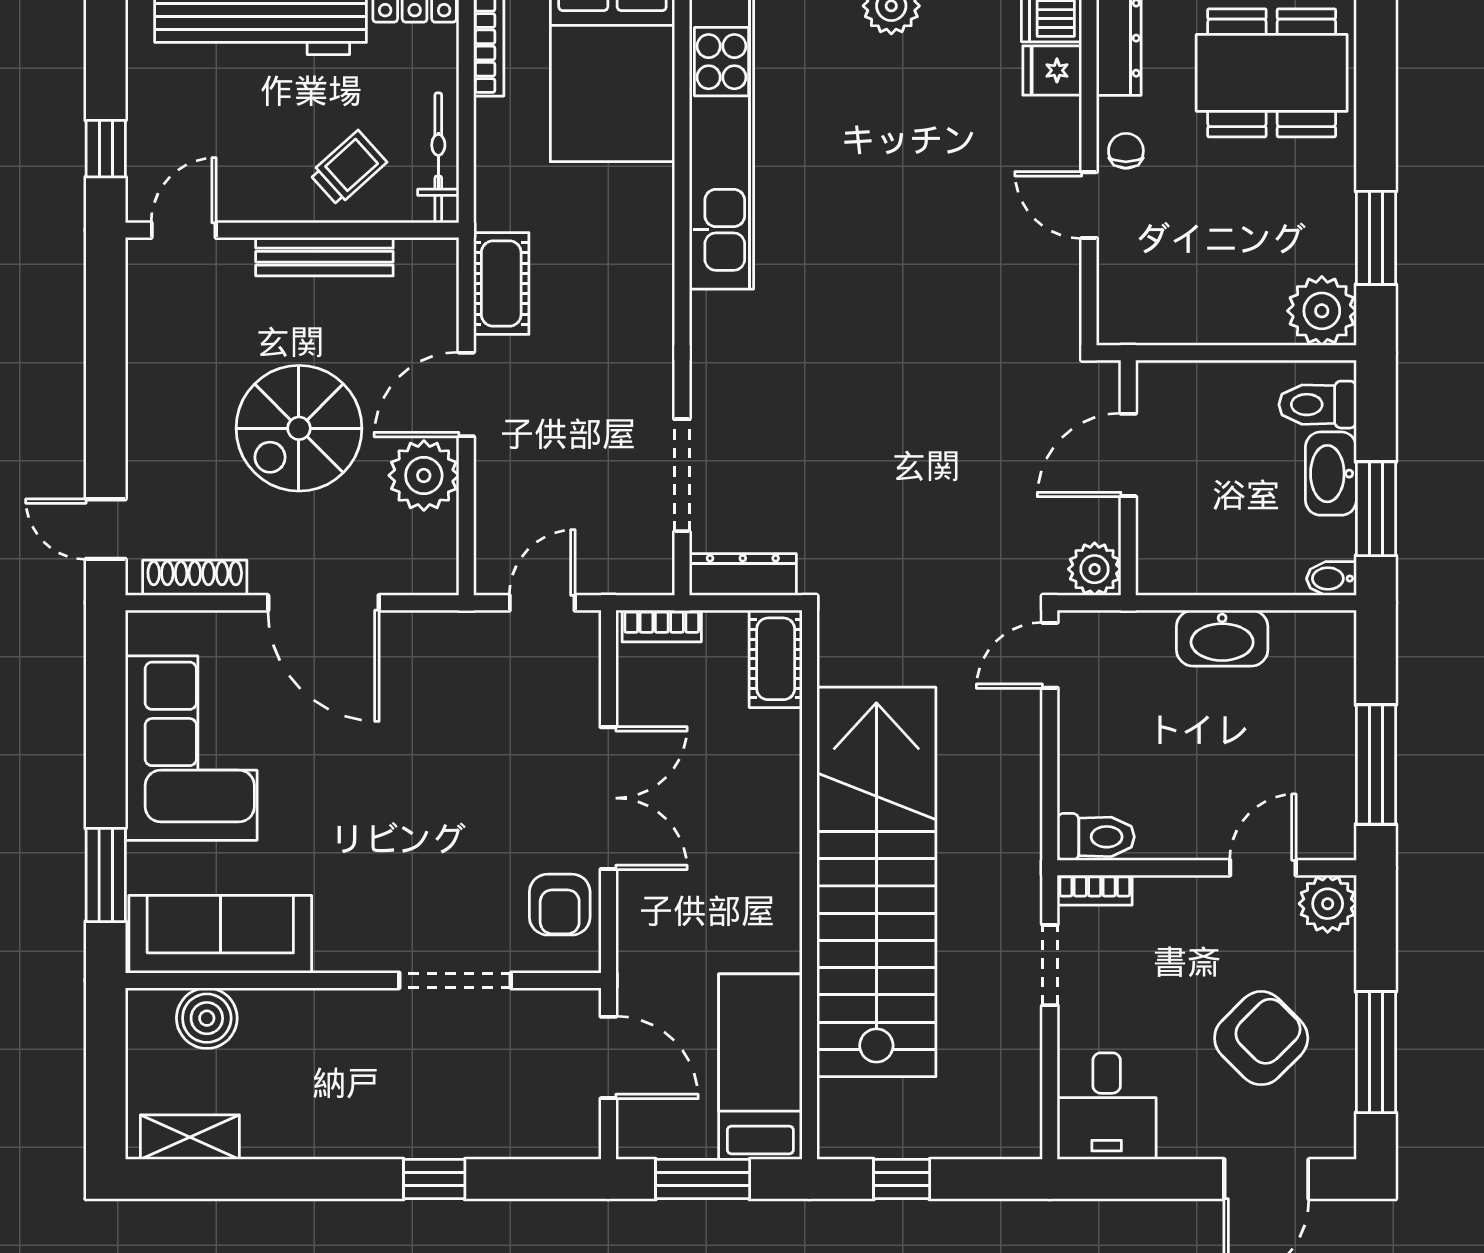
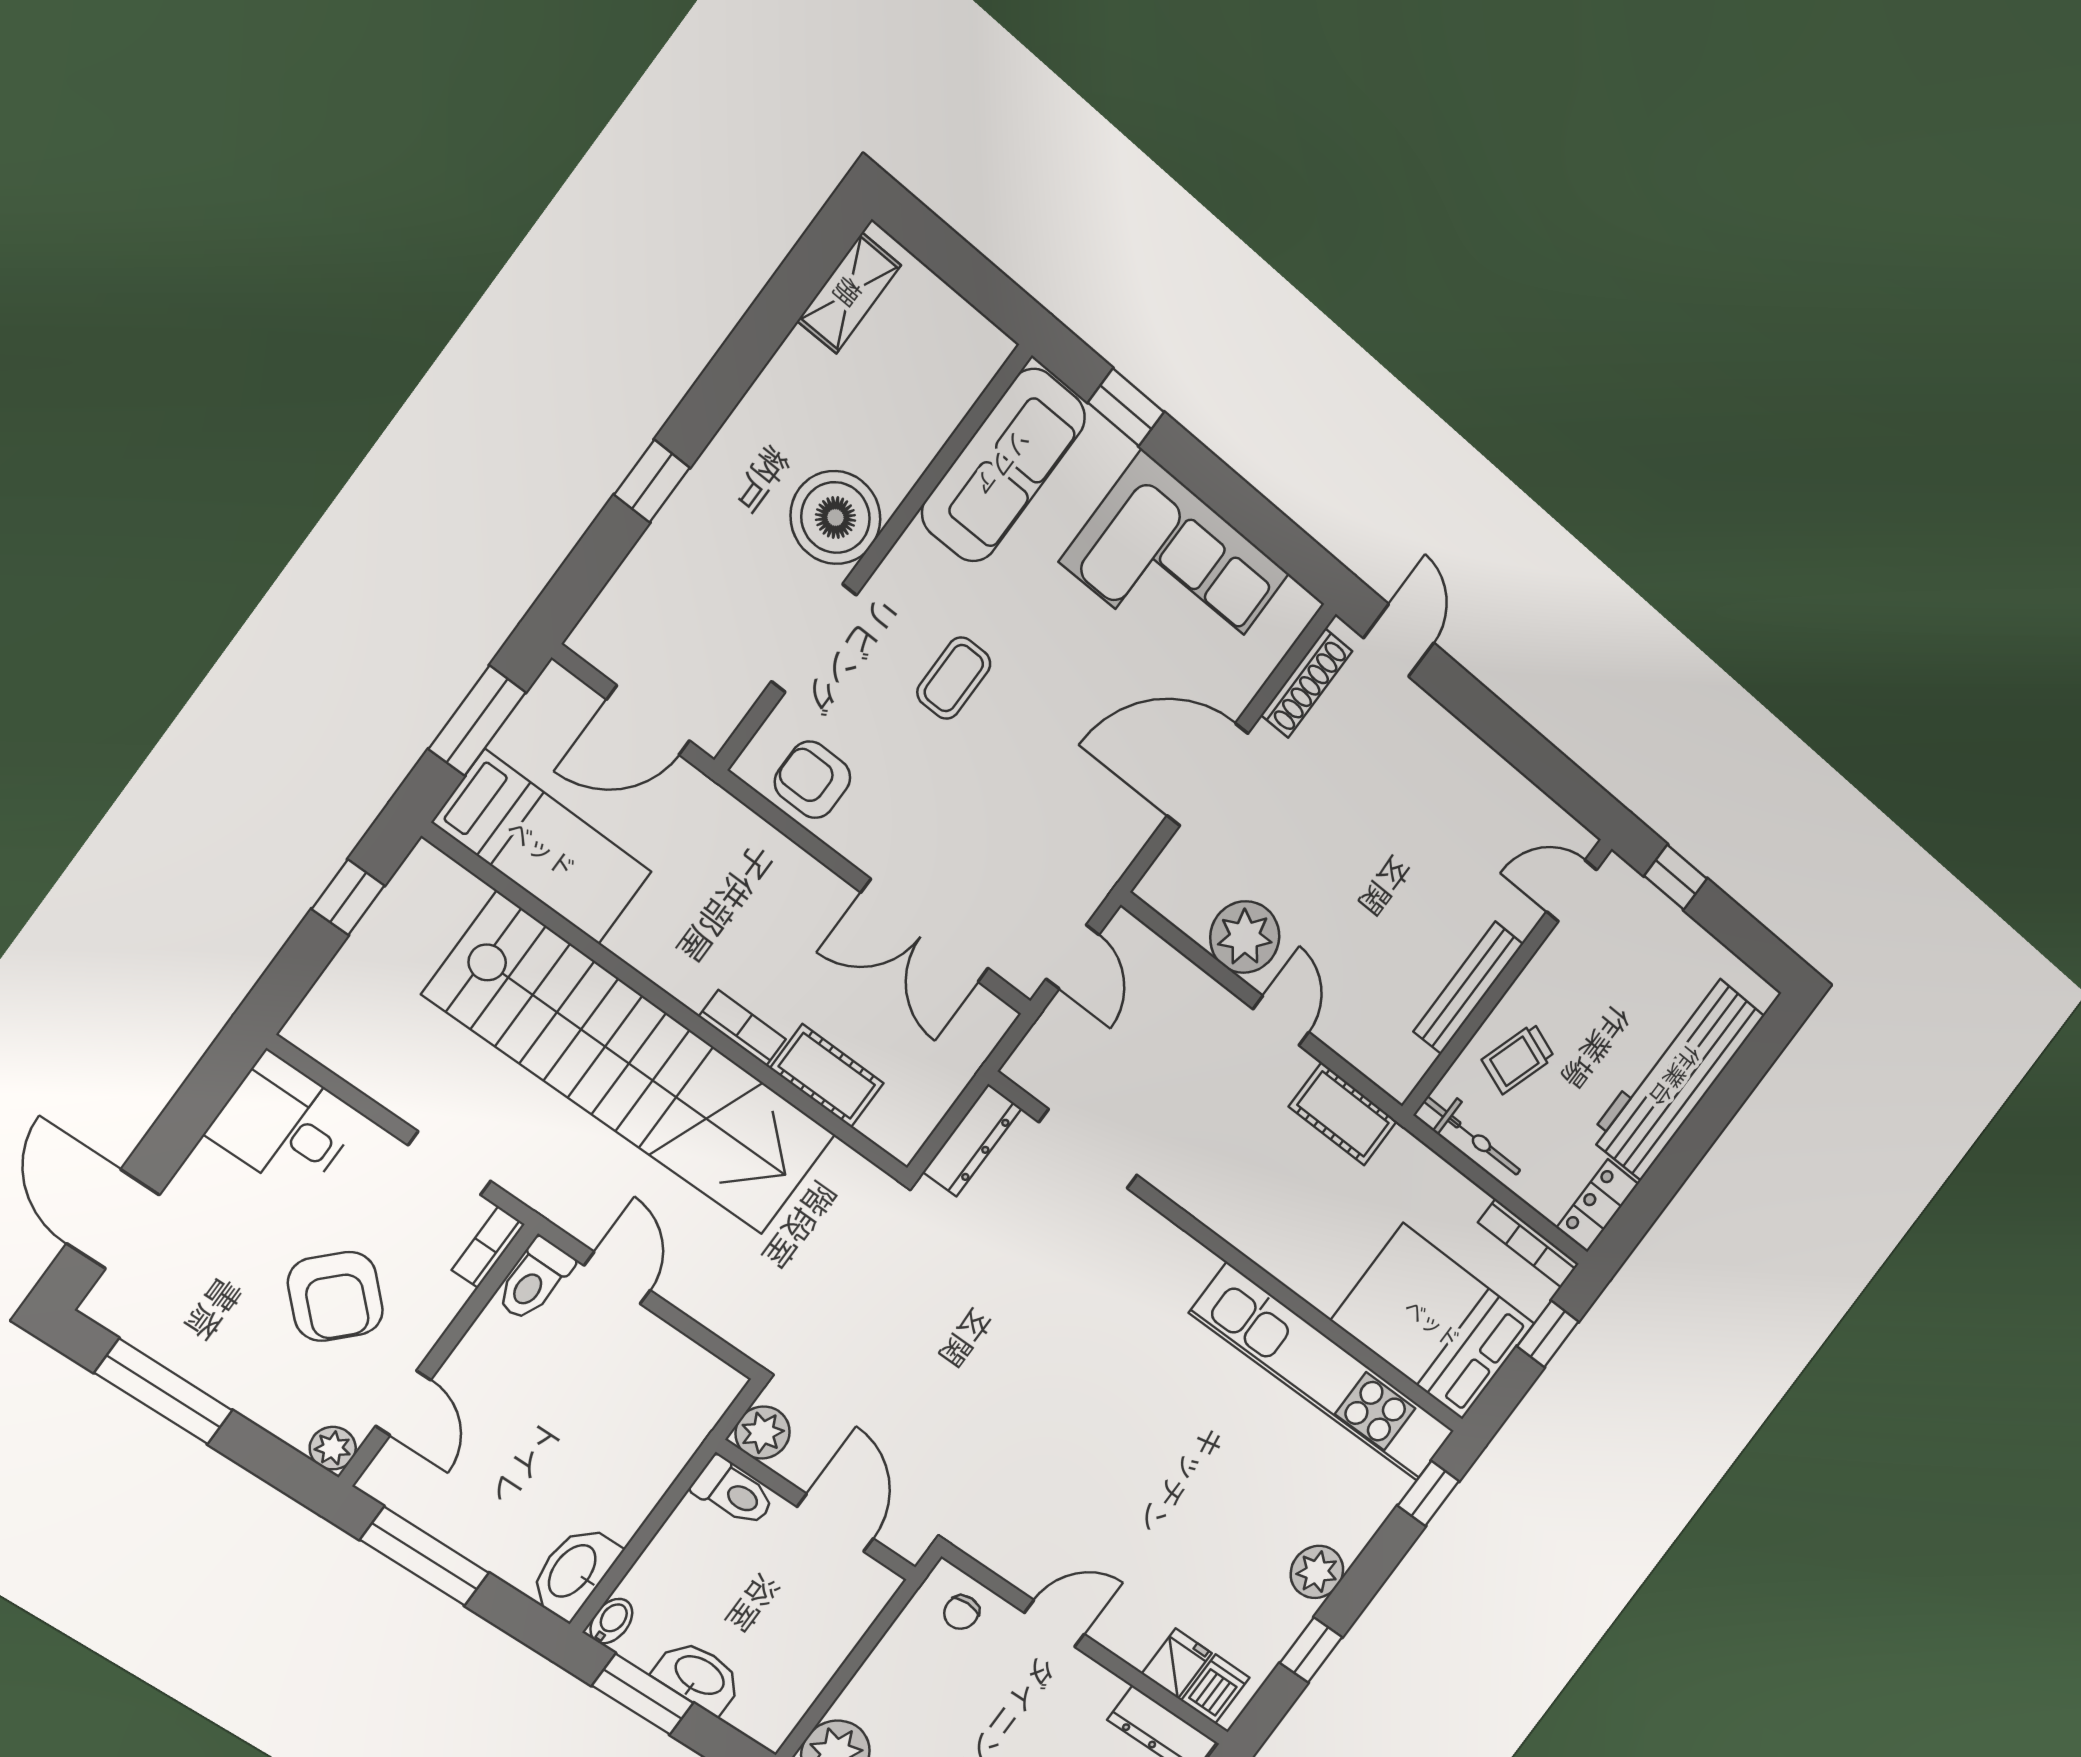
chair: (1126, 151) -> (961, 1612), moved, turned 90
trolley: (348, 168) -> (1518, 1059), turned 61
door: (184, 230) -> (1572, 891), swing flipped
door: (466, 394) -> (1281, 1021), width x0.73
toilet: (1318, 405) -> (734, 1492), moved, turned 90
spiral stairs: (299, 428) -> (1357, 864), removed
door: (106, 529) -> (1399, 640), hinge flipped
bookcase: (662, 626) -> (742, 1028), moved, turned 90
washbasin: (1222, 638) -> (574, 1572), moved
door: (1050, 655) -> (617, 1278), moved
cot: (776, 659) -> (827, 1076), moved
double door: (608, 798) -> (925, 931), moved
coffee table: (403, 855) -> (954, 678), added
window: (106, 875) -> (1126, 407), width x0.67
plant: (1328, 904) -> (333, 1448), width x0.73, depth x0.73
boiler: (207, 1018) -> (835, 518), moved, width x1.37, depth x1.37
armchair: (1261, 1038) -> (335, 1296), moved

